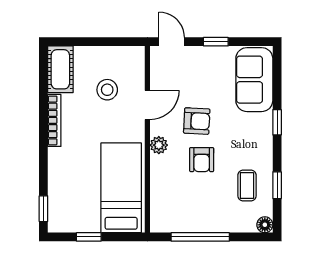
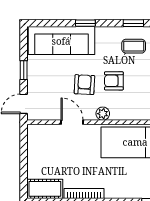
sofa: (254, 80) -> (61, 41), width x1.36
stool: (107, 90) -> (60, 153), removed
armchair: (202, 160) -> (114, 81), turned 180

